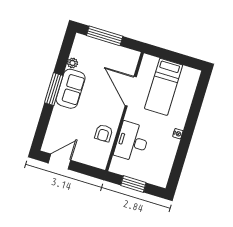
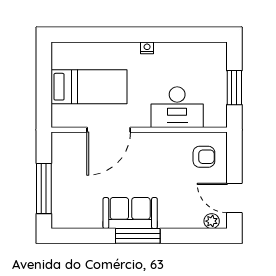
plant: (72, 63) -> (212, 221), moved
armchair: (104, 133) -> (204, 157), moved

